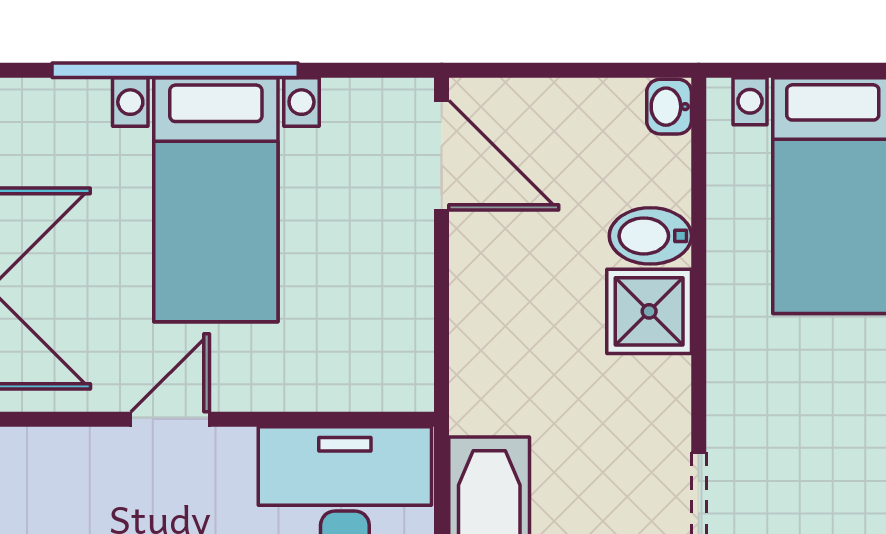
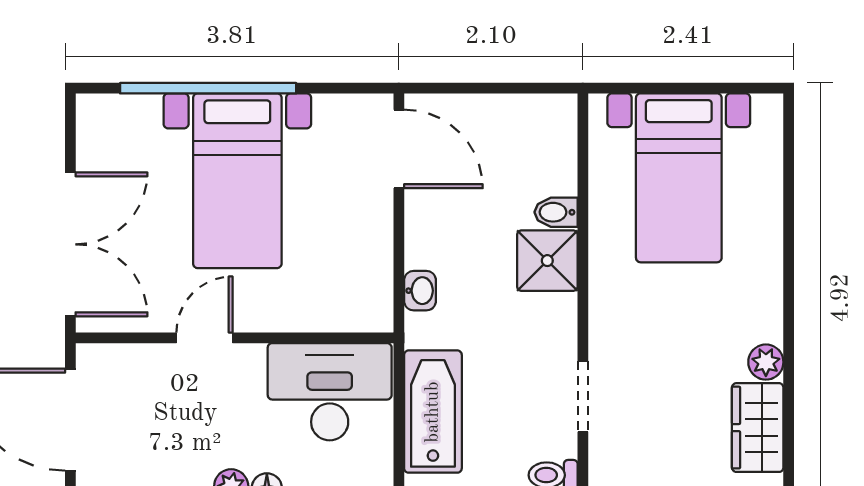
washbasin: (669, 107) -> (420, 291), moved, turned 180
bidet: (650, 236) -> (556, 212), width x0.72, depth x0.74

